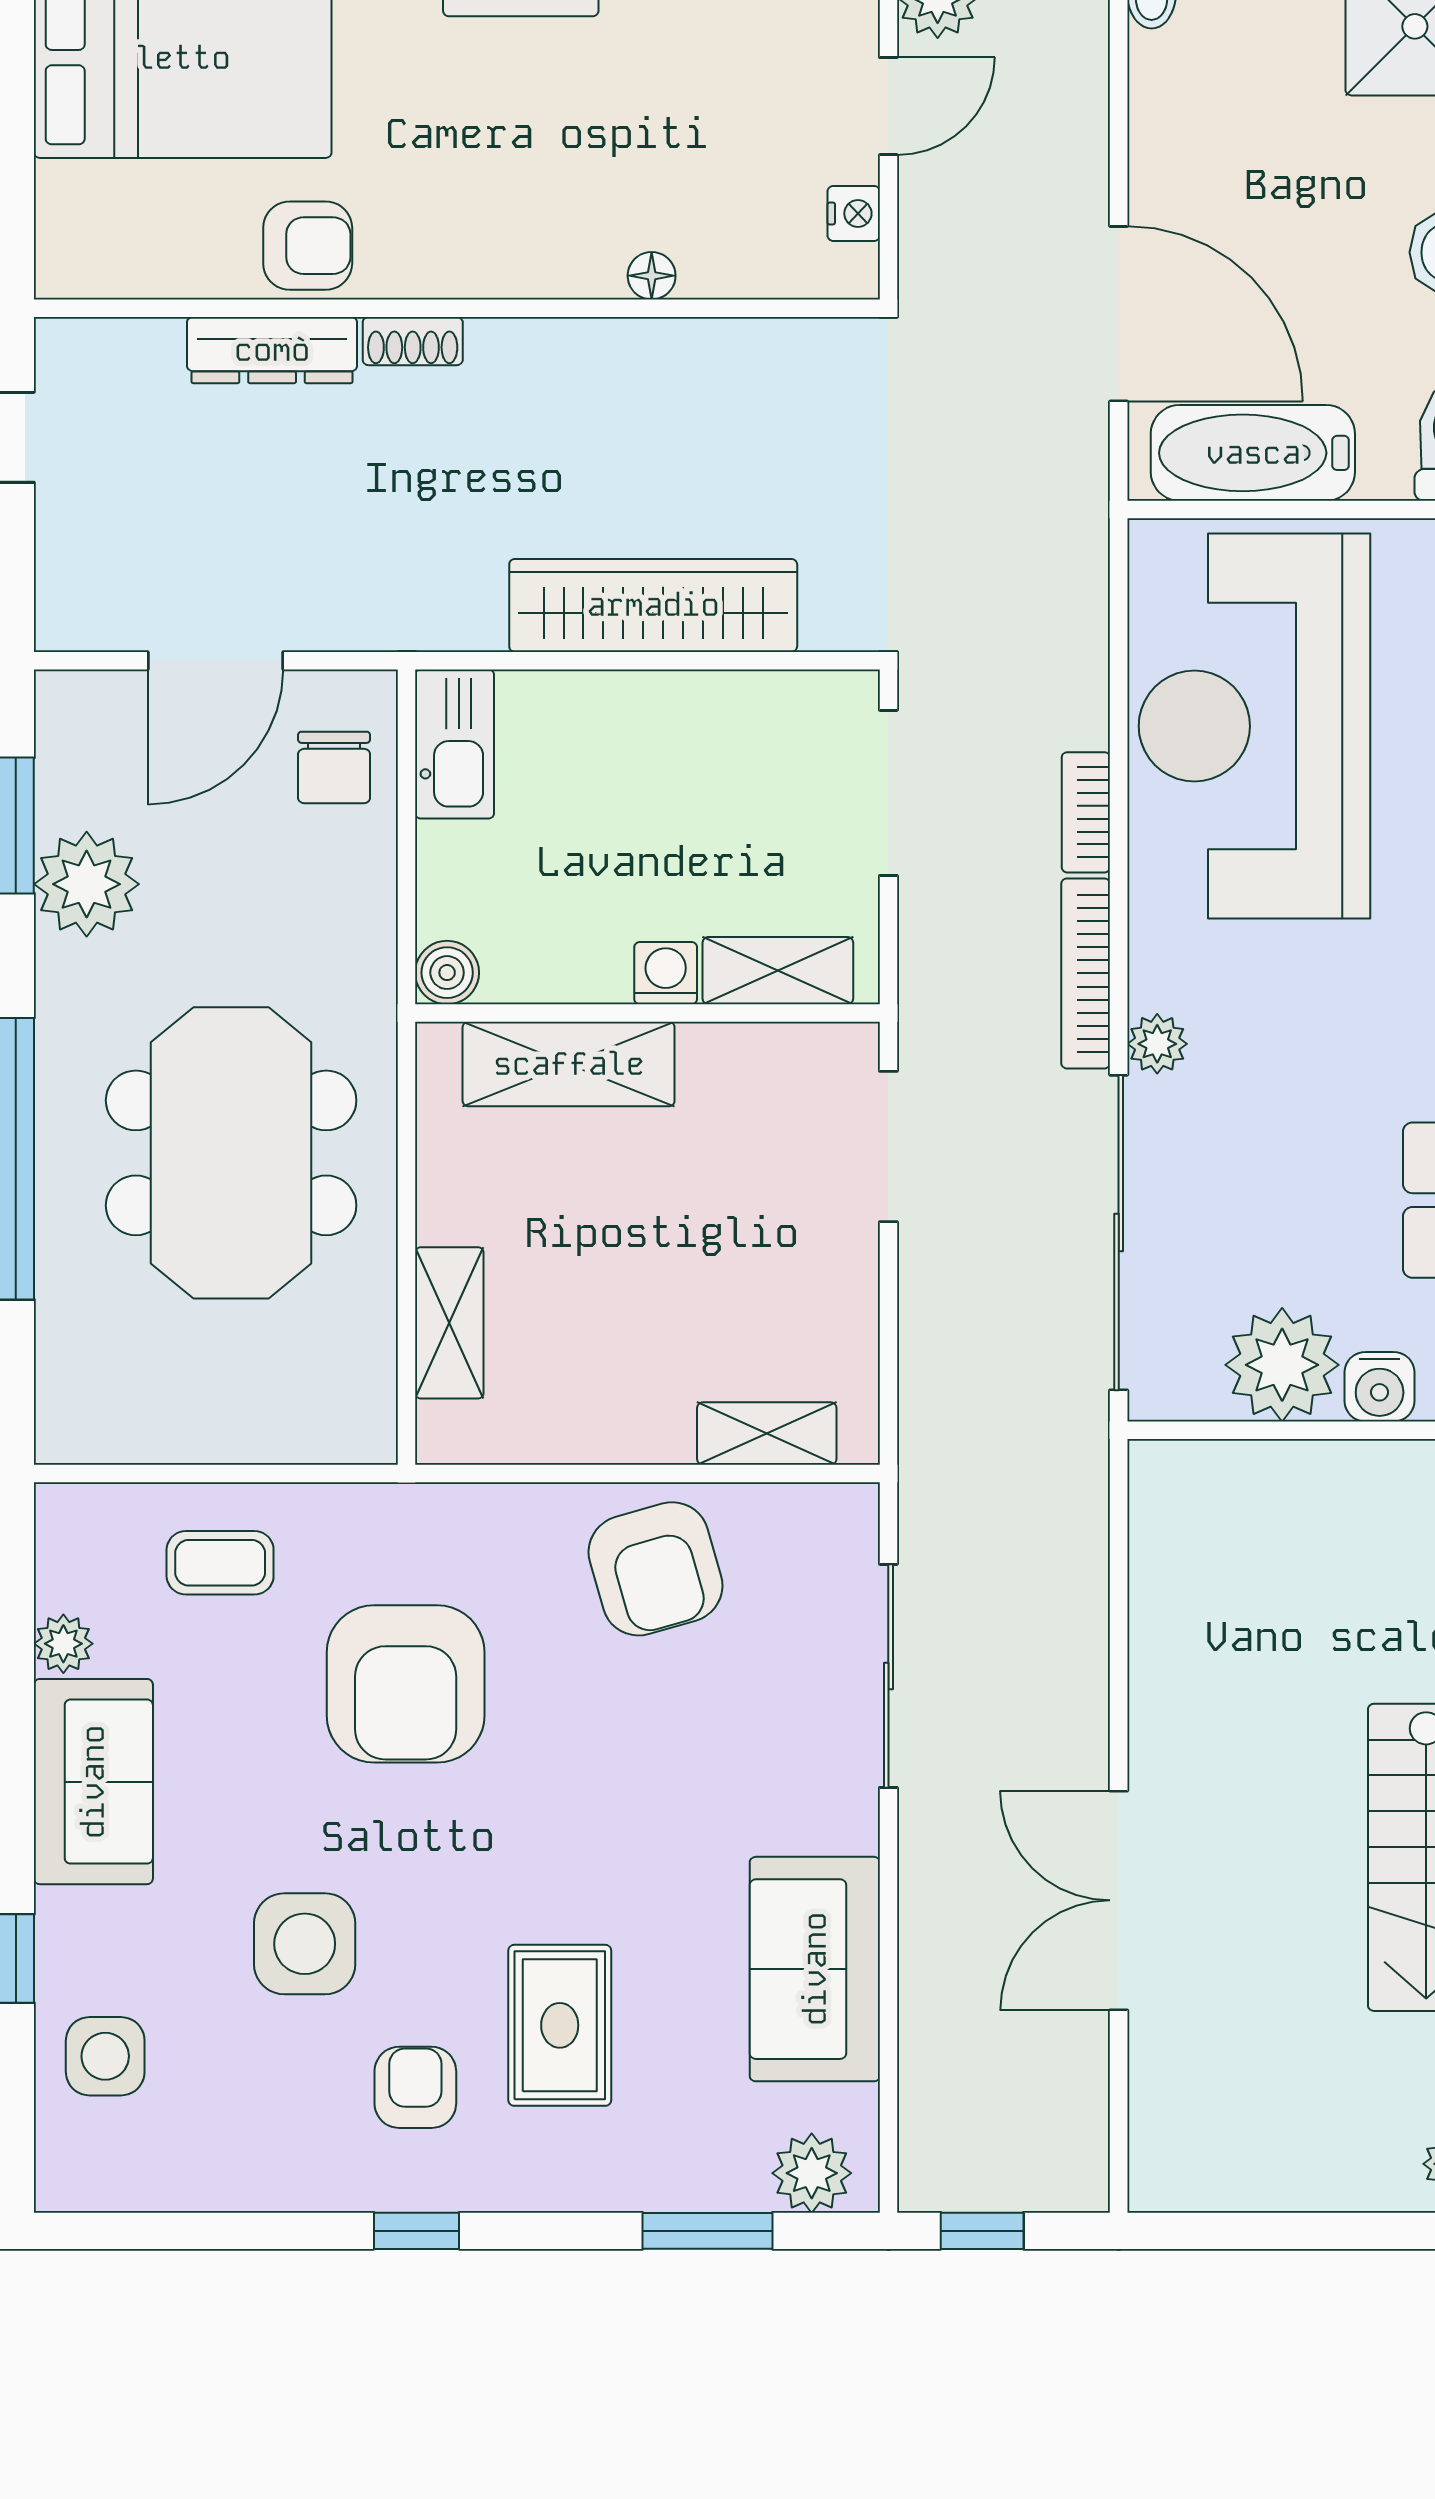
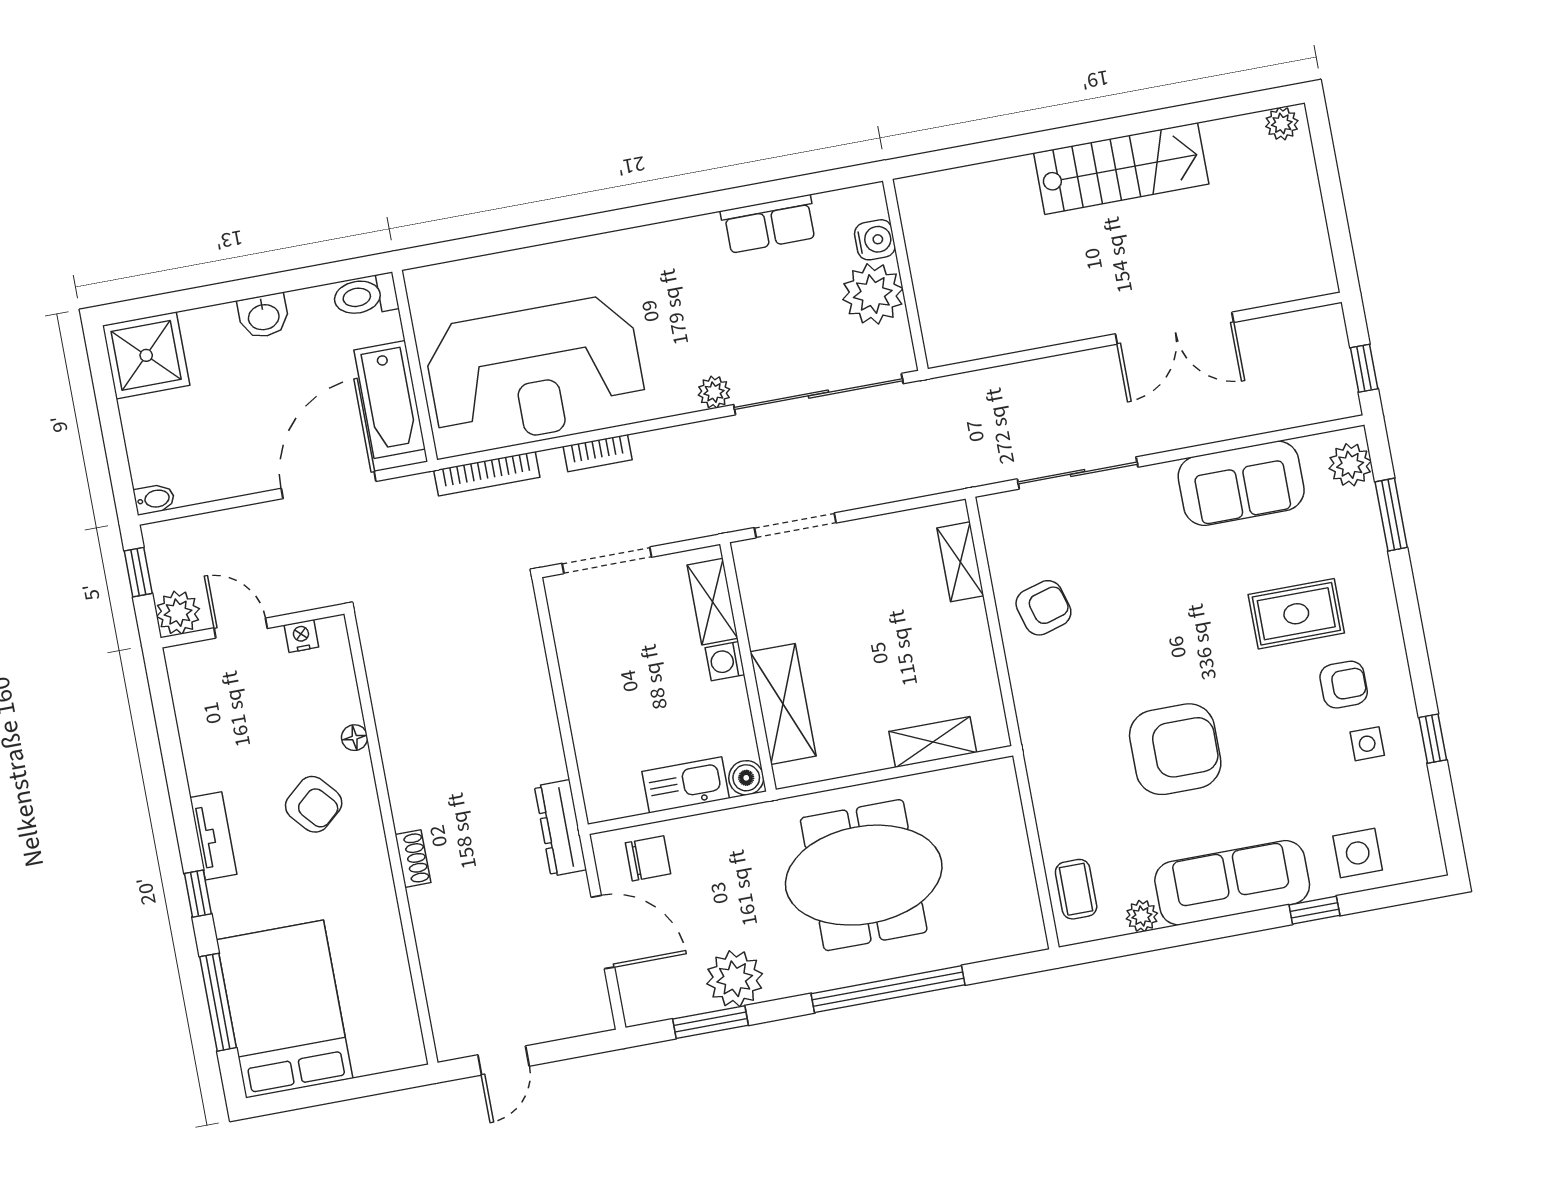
armchair: (308, 246) -> (314, 804), moved, turned 139
dresser: (272, 350) -> (560, 828), moved, turned 180
wardrobe: (653, 605) -> (530, 704), removed
kitchen sink: (455, 744) -> (686, 785), moved
bookcase: (1086, 973) -> (487, 474), moved
coffee table: (220, 1563) -> (1076, 889), moved
armchair: (655, 1569) -> (1043, 608), width x0.72, depth x0.72
armchair: (406, 1684) -> (1175, 749), moved
sofa: (93, 1782) -> (1232, 883), width x1.36
side table: (305, 1944) -> (1367, 744), moved, width x0.54, depth x0.54
armchair: (415, 2087) -> (1344, 685), turned 180
window: (416, 2231) -> (1433, 739), moved

